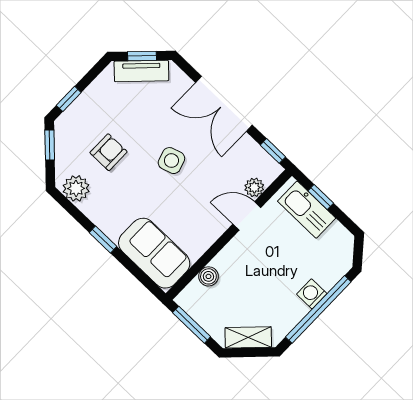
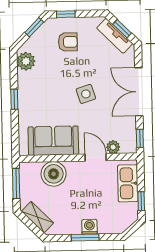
armchair: (108, 152) -> (68, 42), moved
window: (321, 197) -> (141, 201), moved
sofa: (154, 253) -> (53, 141), moved, turned -90
boiler: (208, 276) -> (54, 174), width x1.86, depth x1.86
window: (318, 309) -> (85, 238), width x0.47

